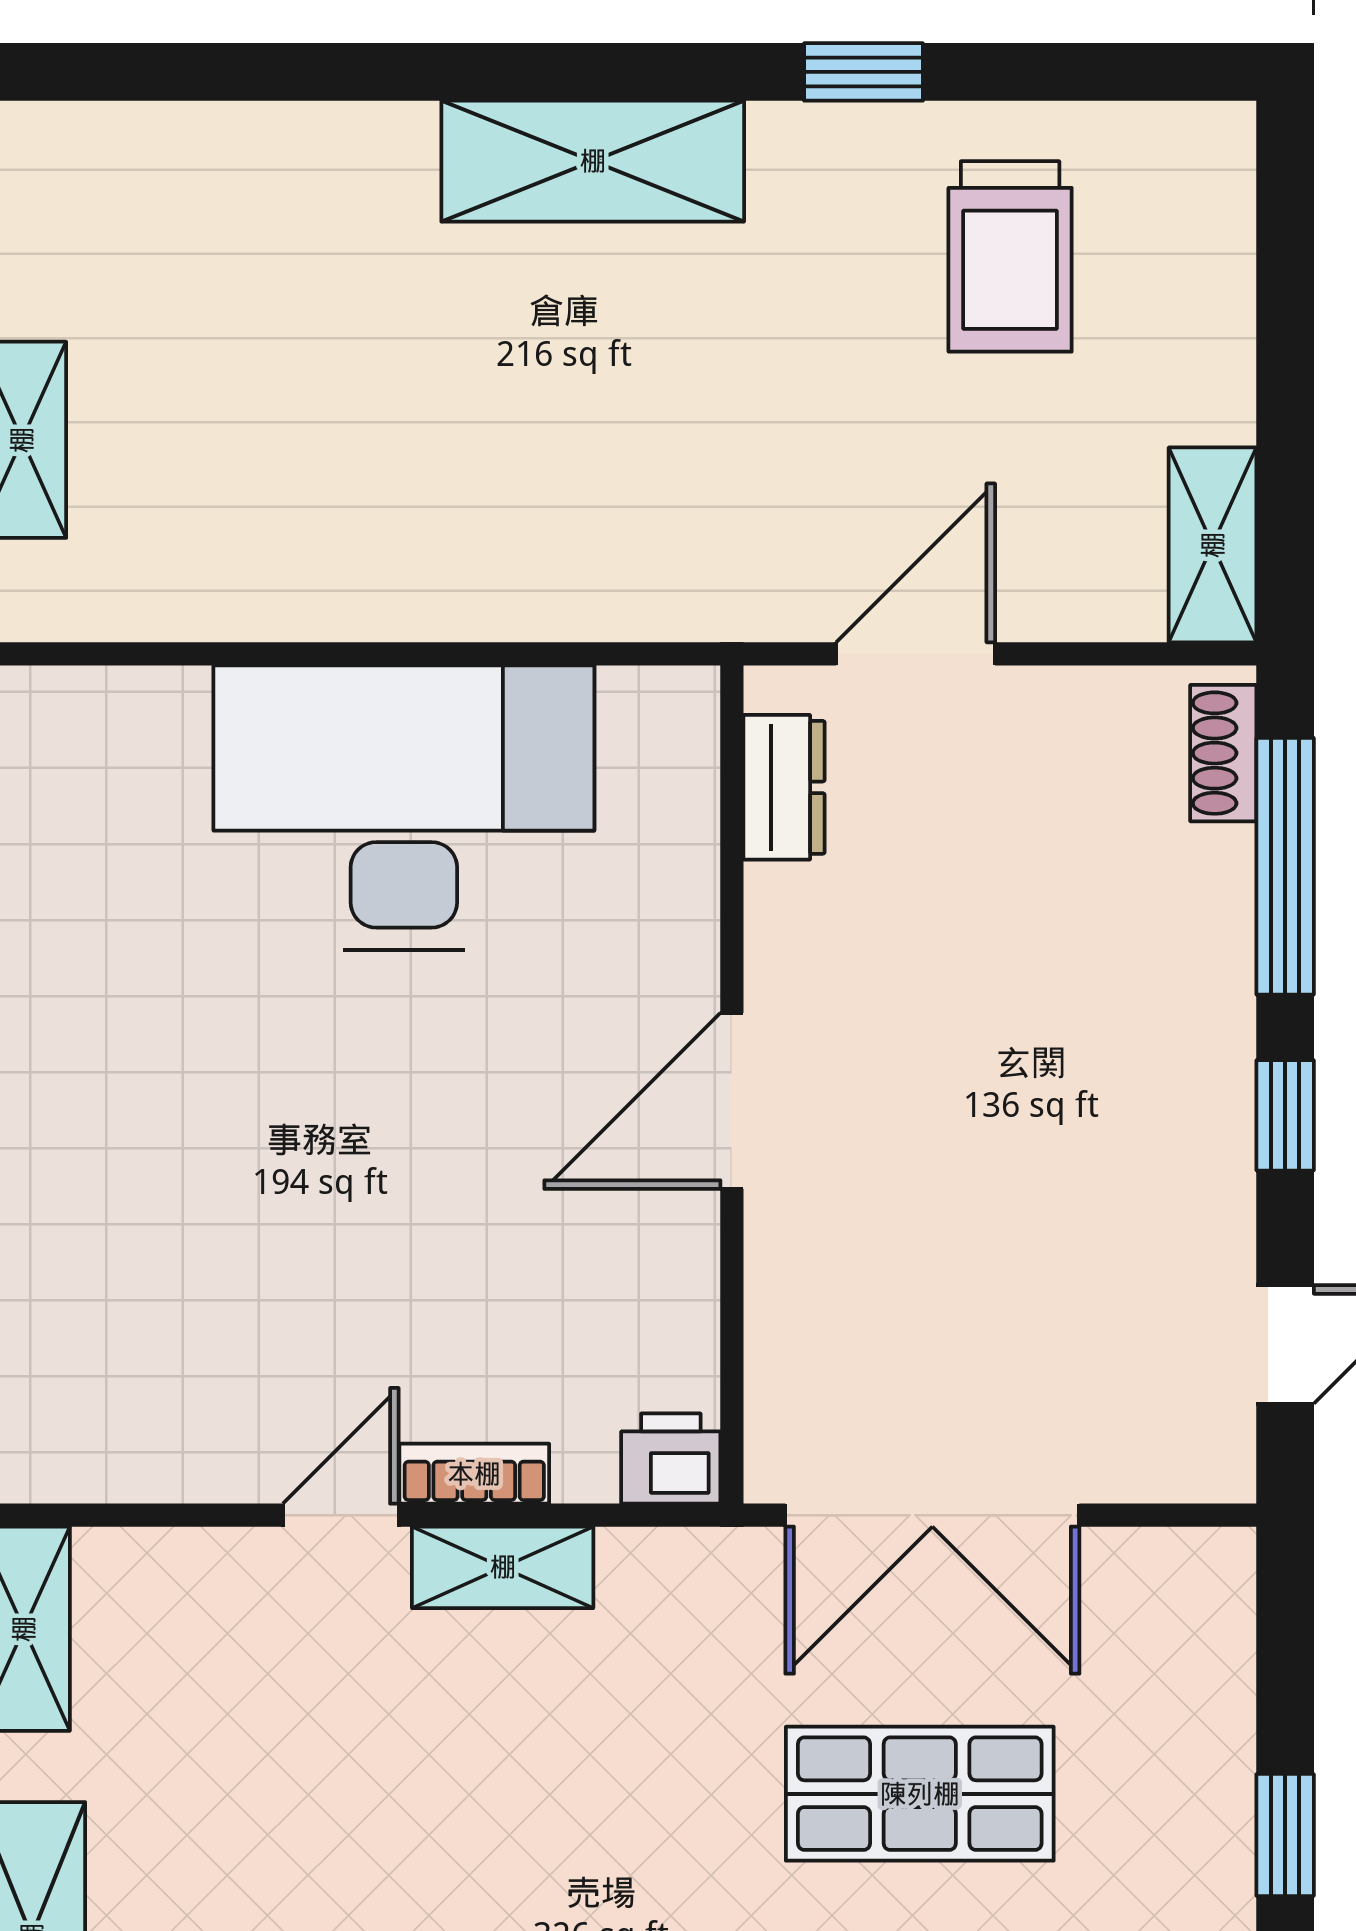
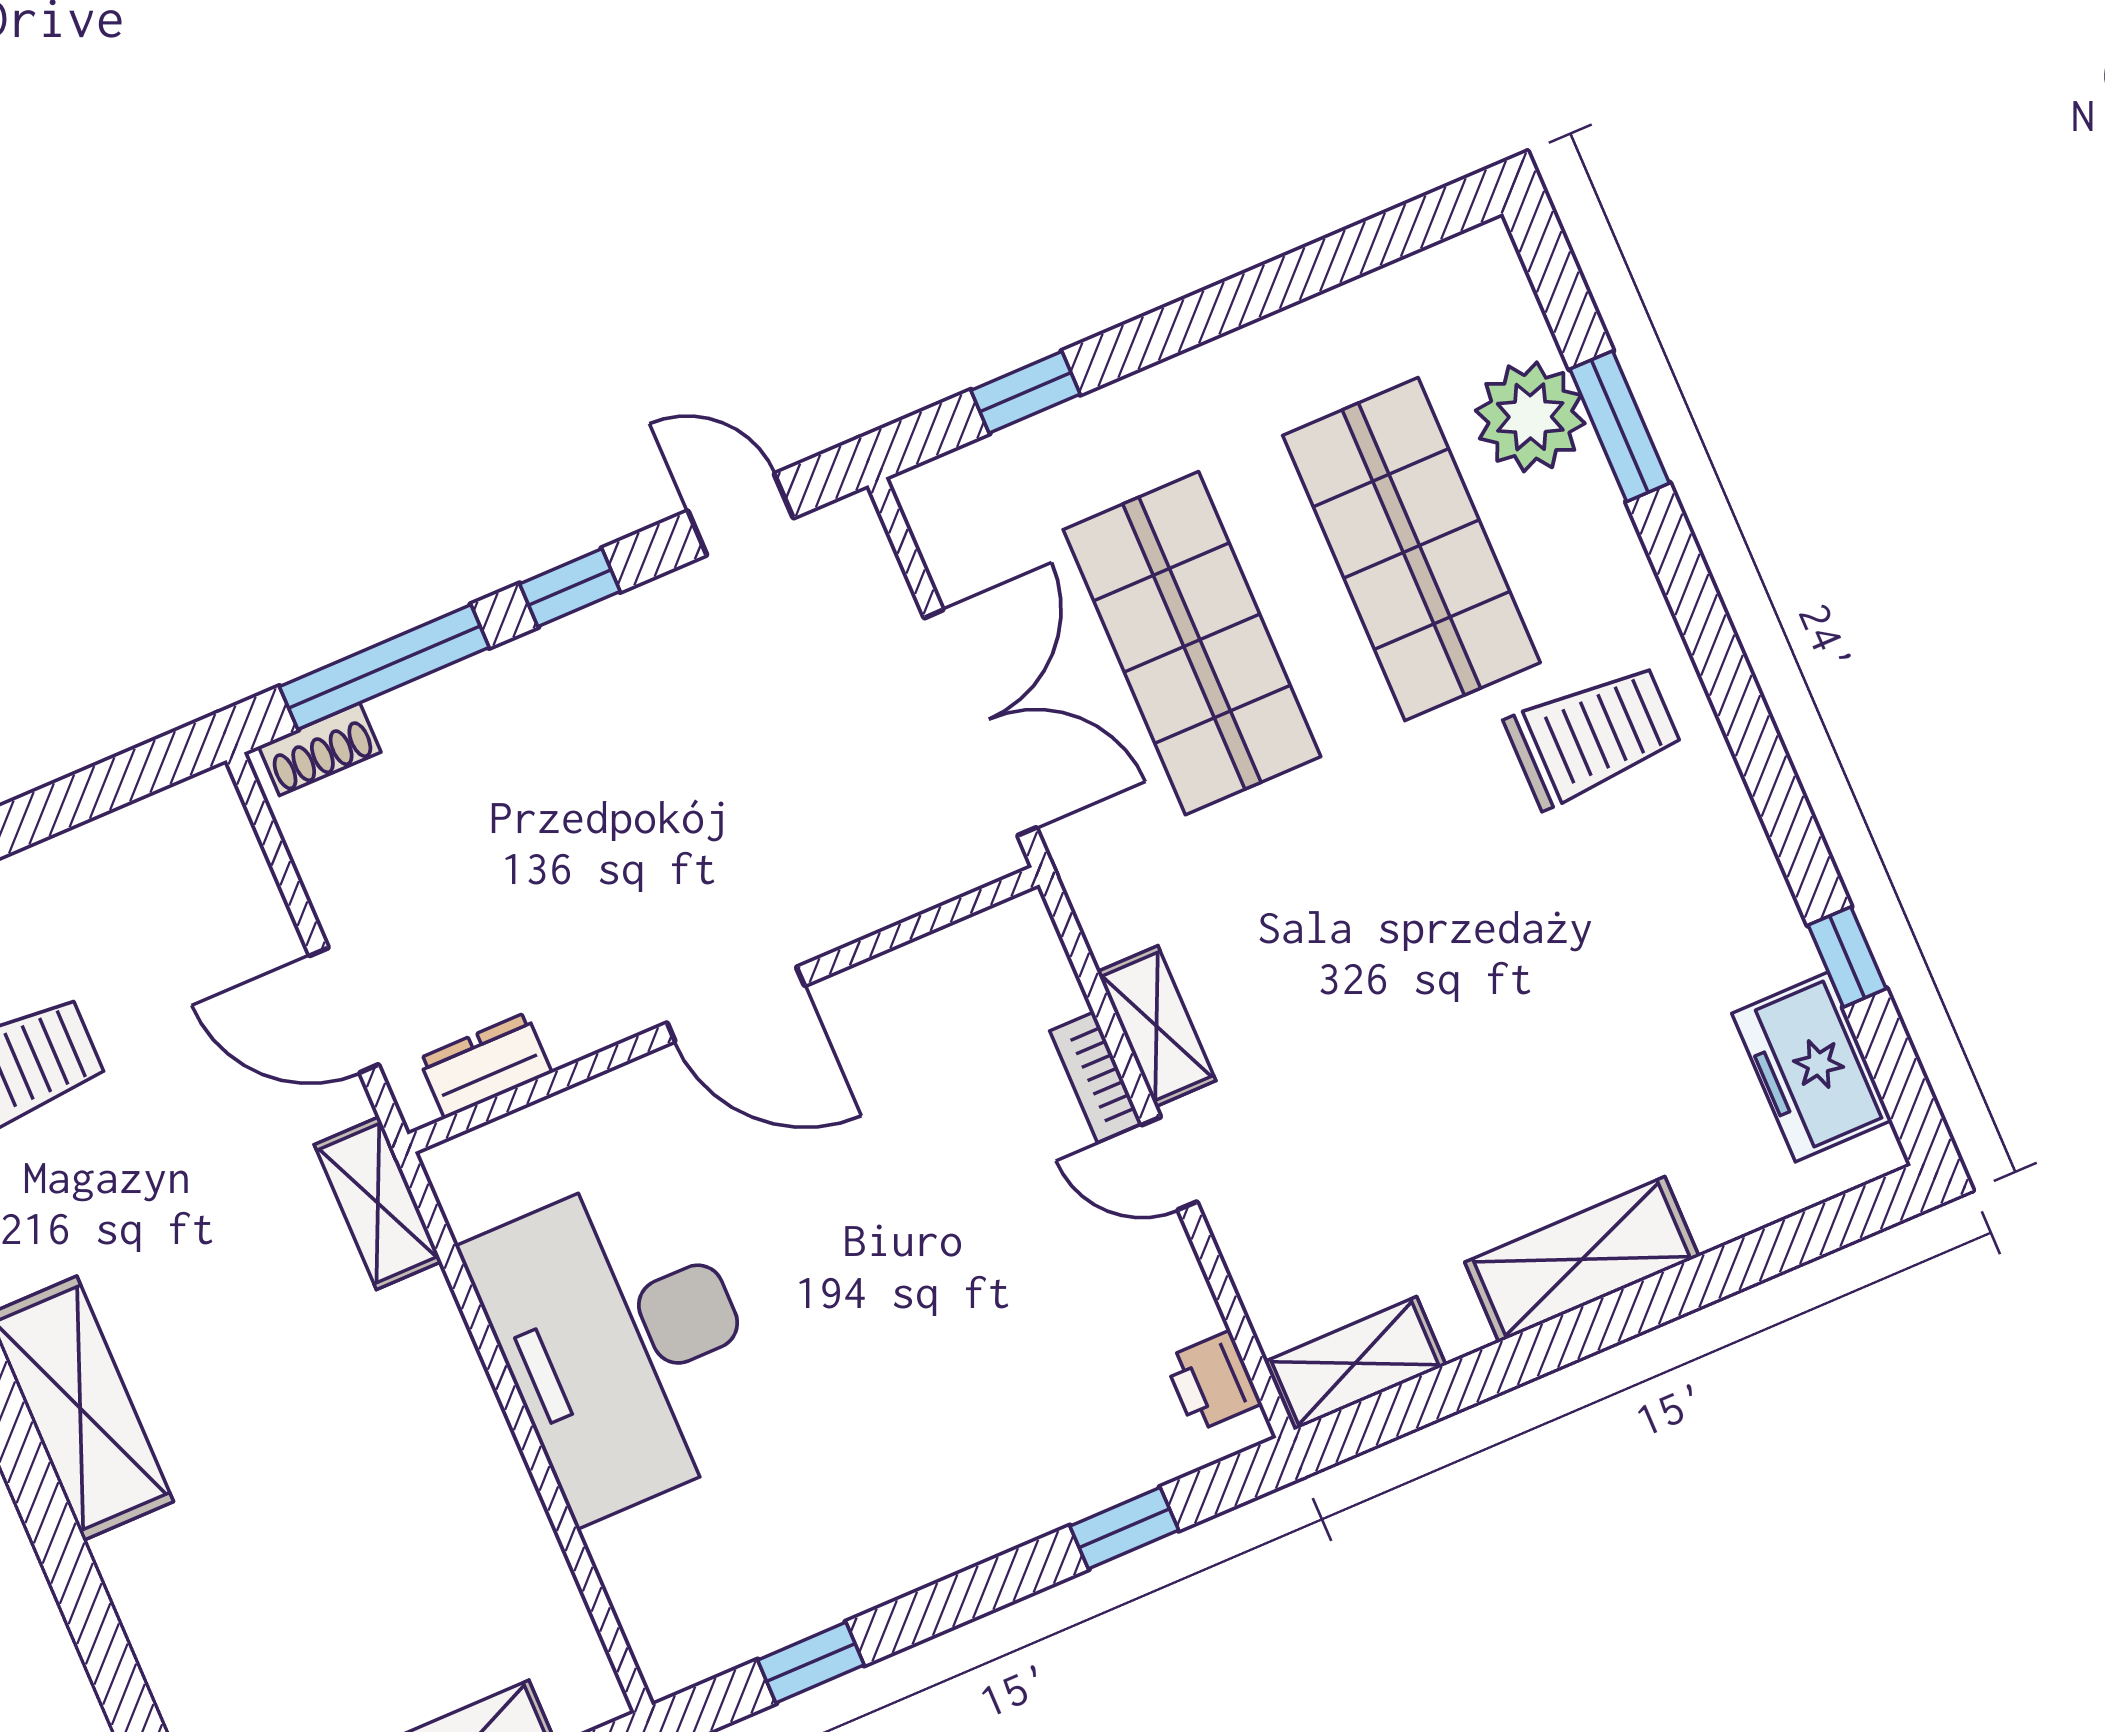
shelving: (1213, 545) -> (378, 1203), moved, turned 90
printer: (671, 1459) -> (1213, 1381), moved
shop shelf: (920, 1794) -> (1192, 643), width x1.43, depth x1.36
window: (1285, 1835) -> (1026, 392), moved

